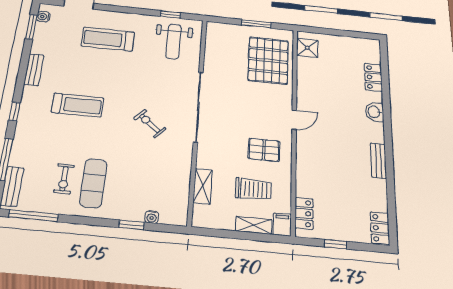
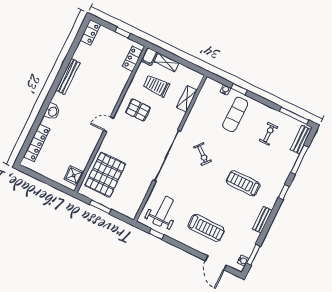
locker: (373, 77) -> (37, 143), width x1.53
bench: (378, 161) -> (68, 76), width x1.36
exercise mat: (93, 183) -> (235, 114), moved

